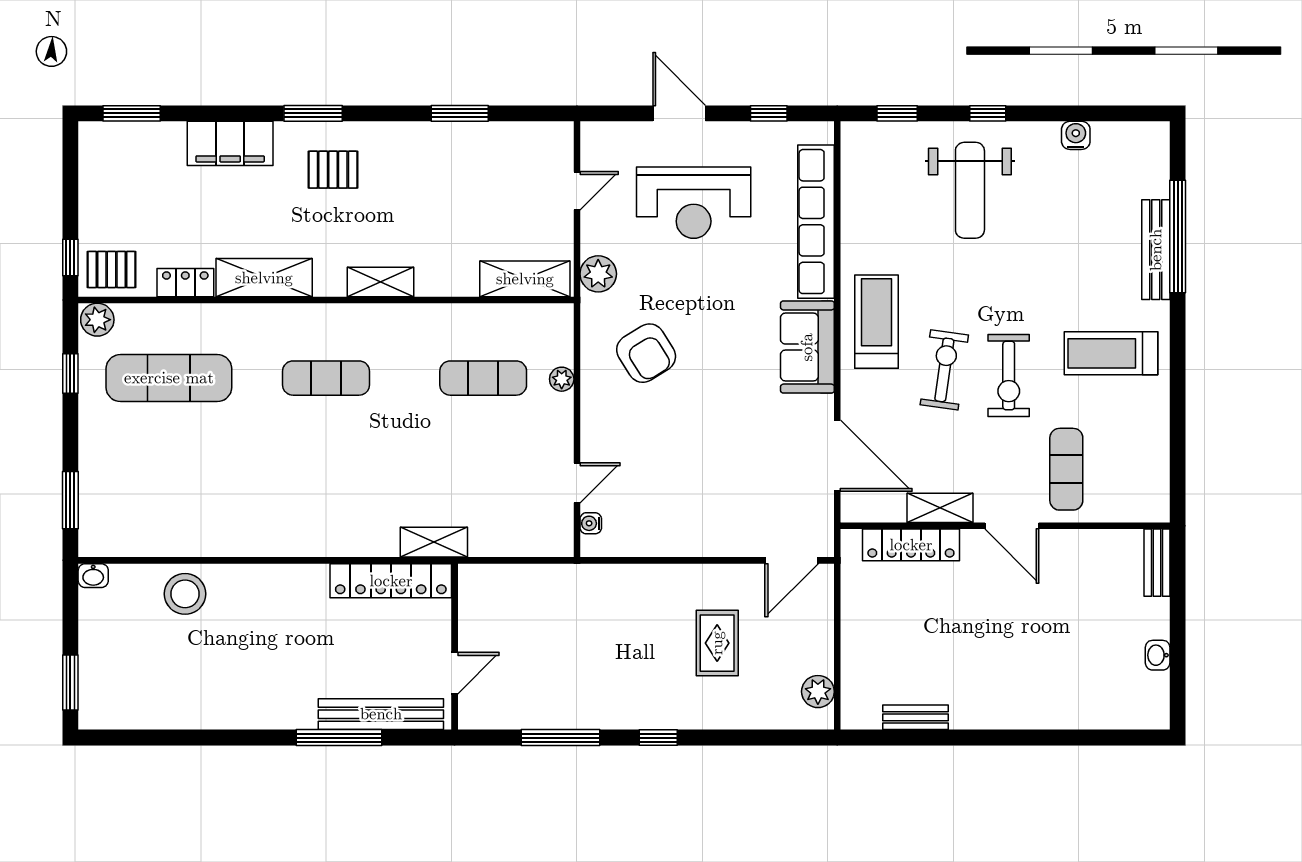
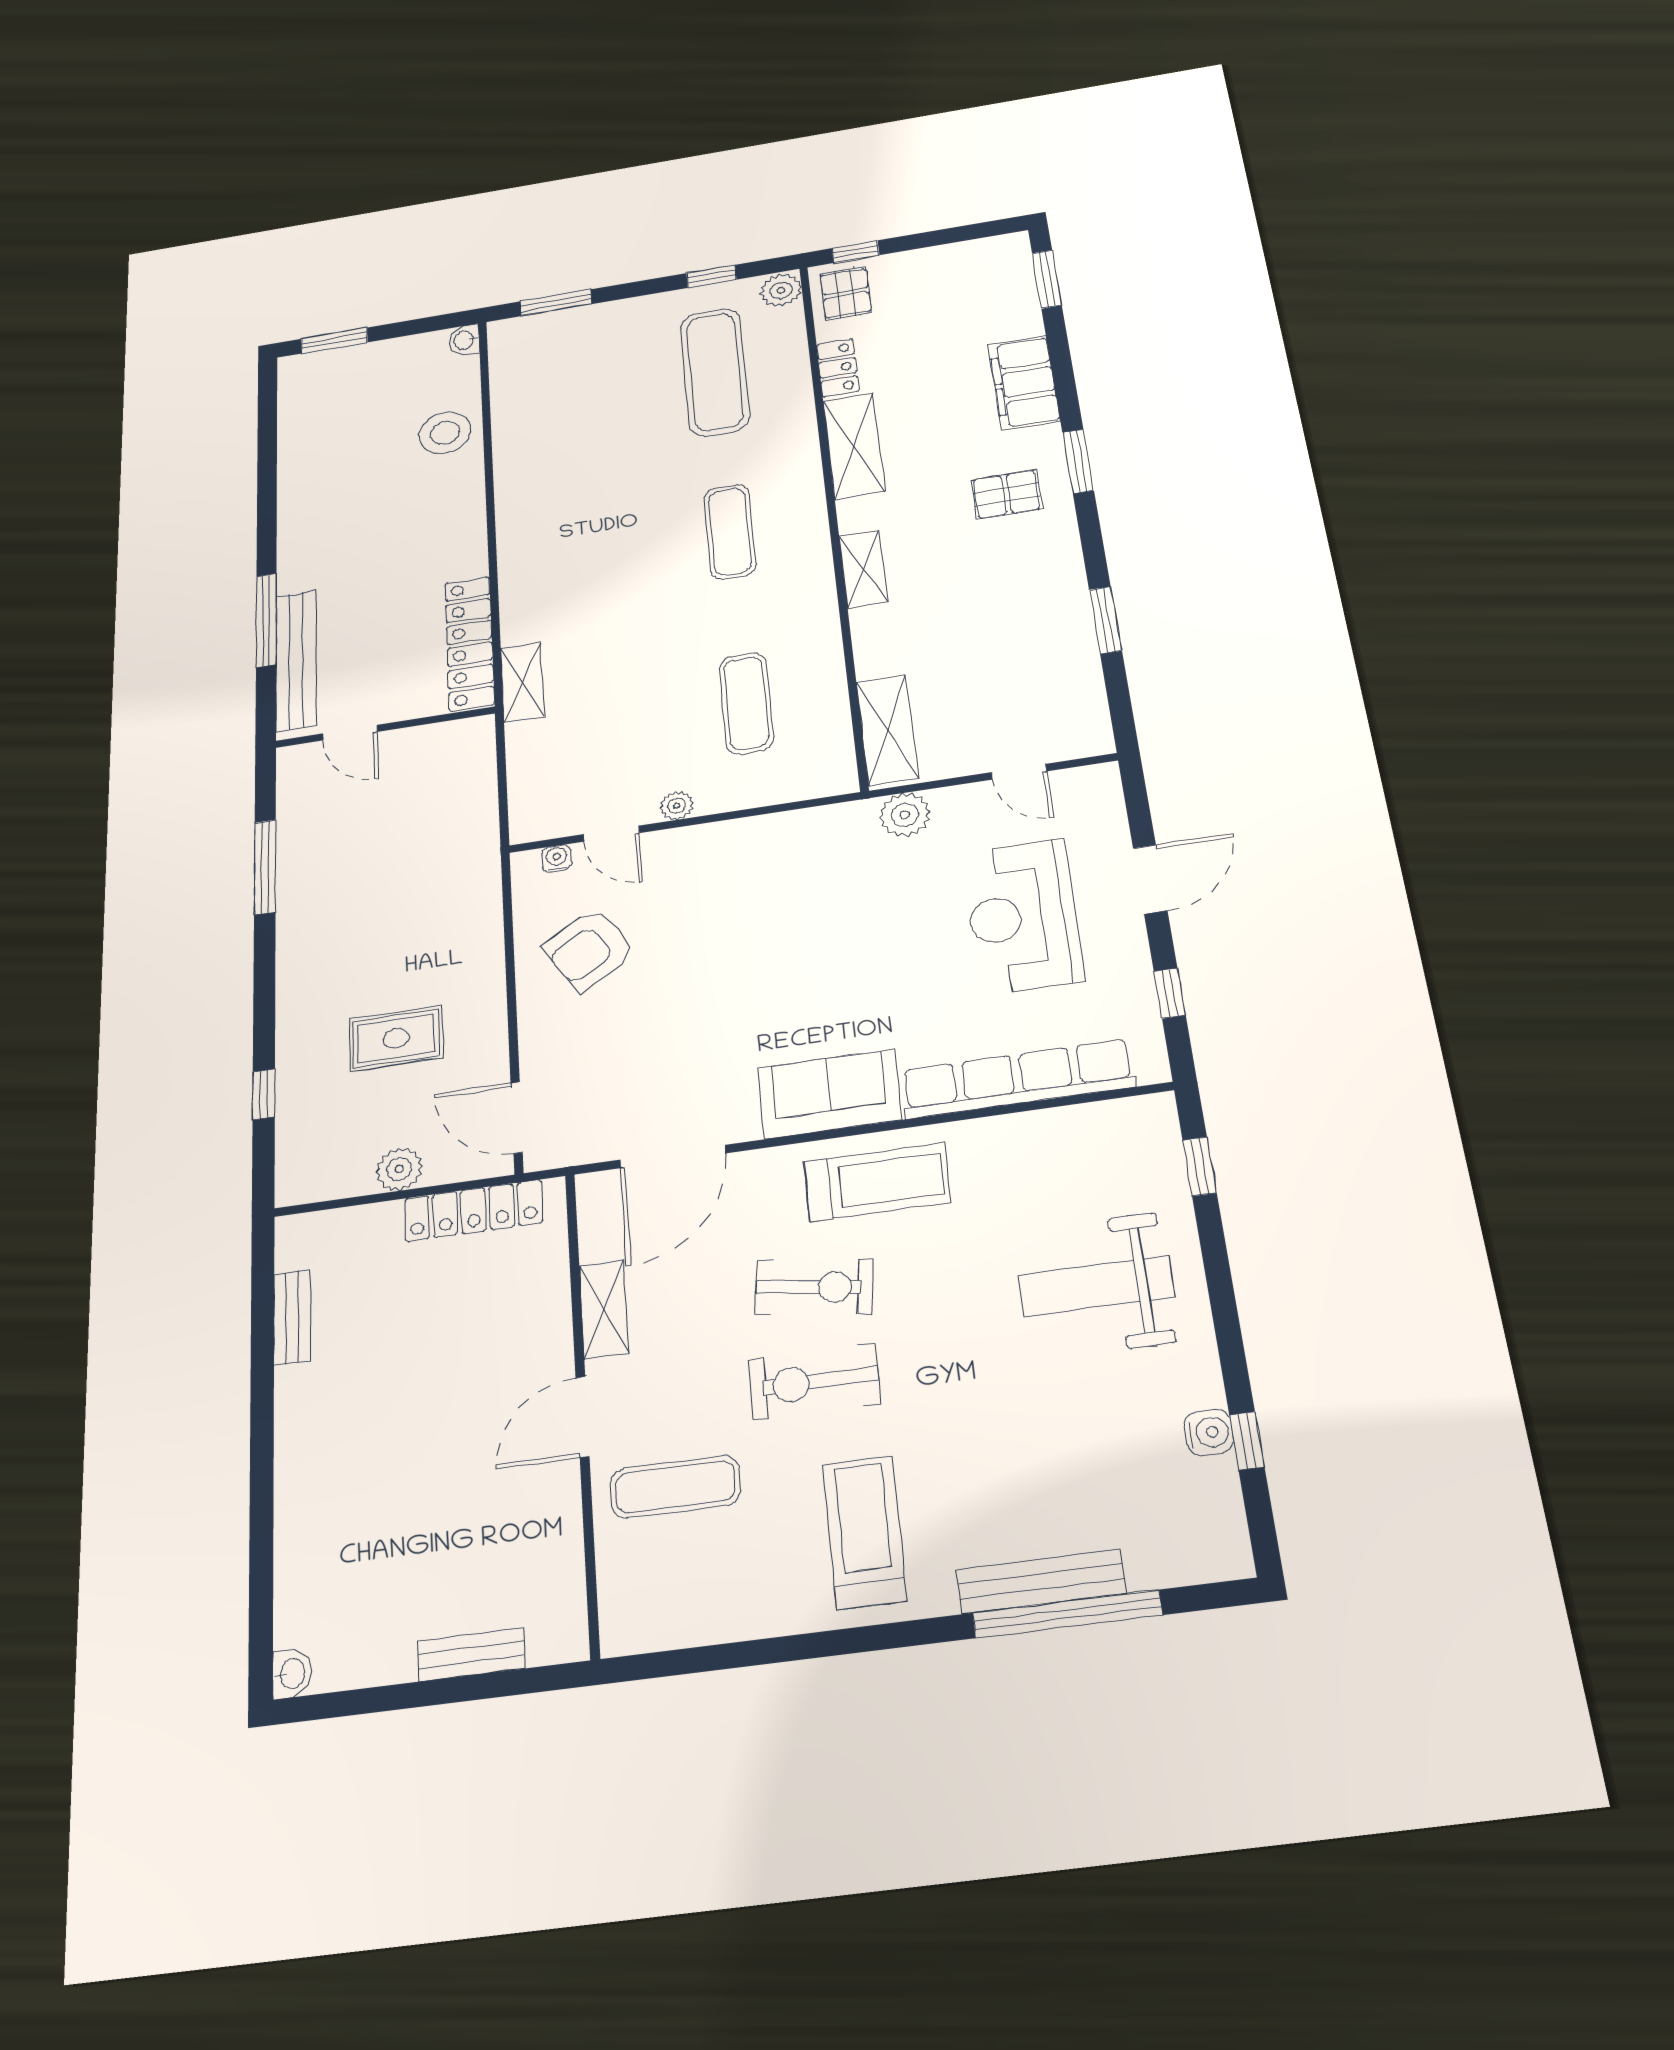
window: (988, 113) -> (1247, 1441), moved
pallet: (333, 170) -> (1006, 494), turned 90
armchair: (646, 353) -> (589, 949), moved
plant: (562, 379) -> (677, 806), moved
locker: (911, 545) -> (473, 1211), moved, turned -90
bench: (1157, 563) -> (471, 1655), moved
washbasin: (1158, 655) -> (292, 1674), moved, turned 90
plant: (818, 692) -> (399, 1169), moved
window: (658, 738) -> (264, 1094), moved

